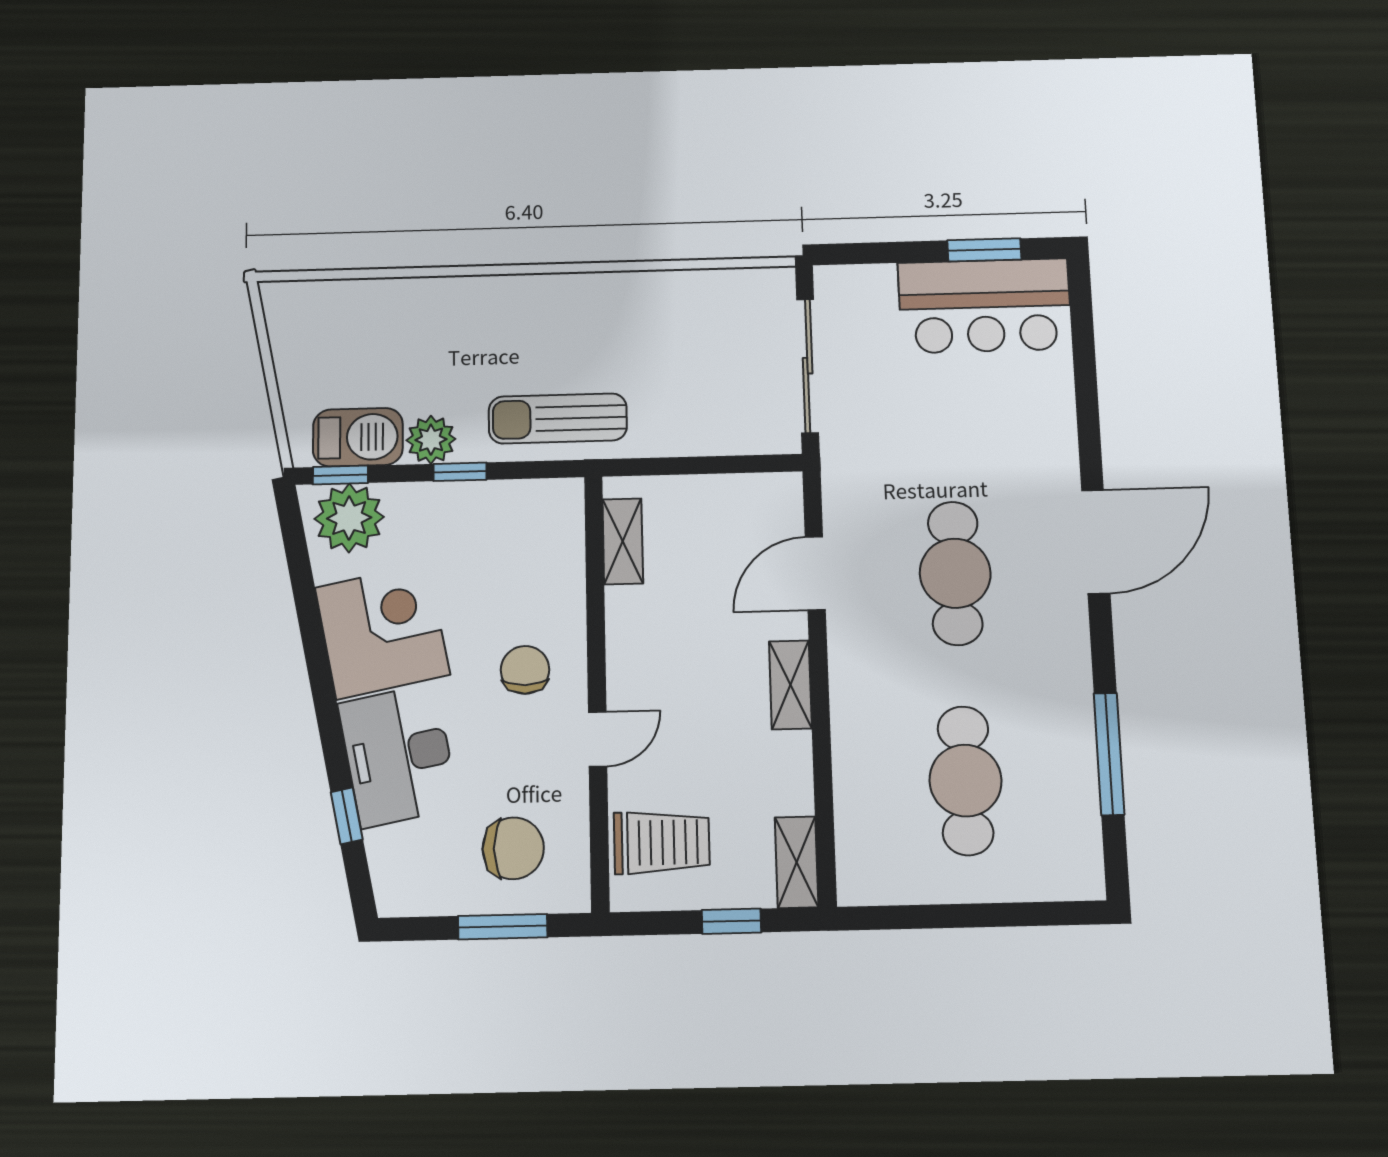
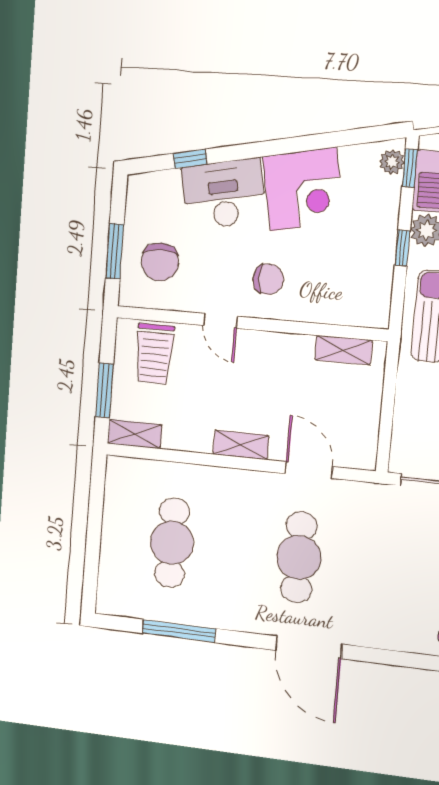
plant: (349, 518) -> (392, 162), width x0.53, depth x0.53
cafe table: (955, 573) -> (299, 557), turned 90
cafe table: (966, 781) -> (172, 543), turned 90
window: (731, 921) -> (104, 390), width x1.50

